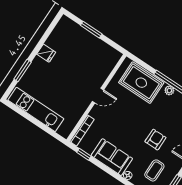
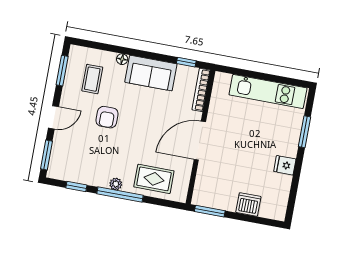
window: (91, 30) -> (210, 211), moved
dishwasher: (83, 37) -> (248, 204), added
rug: (141, 83) -> (154, 179), width x0.73, depth x0.70
door: (98, 96) -> (200, 141), width x1.87

